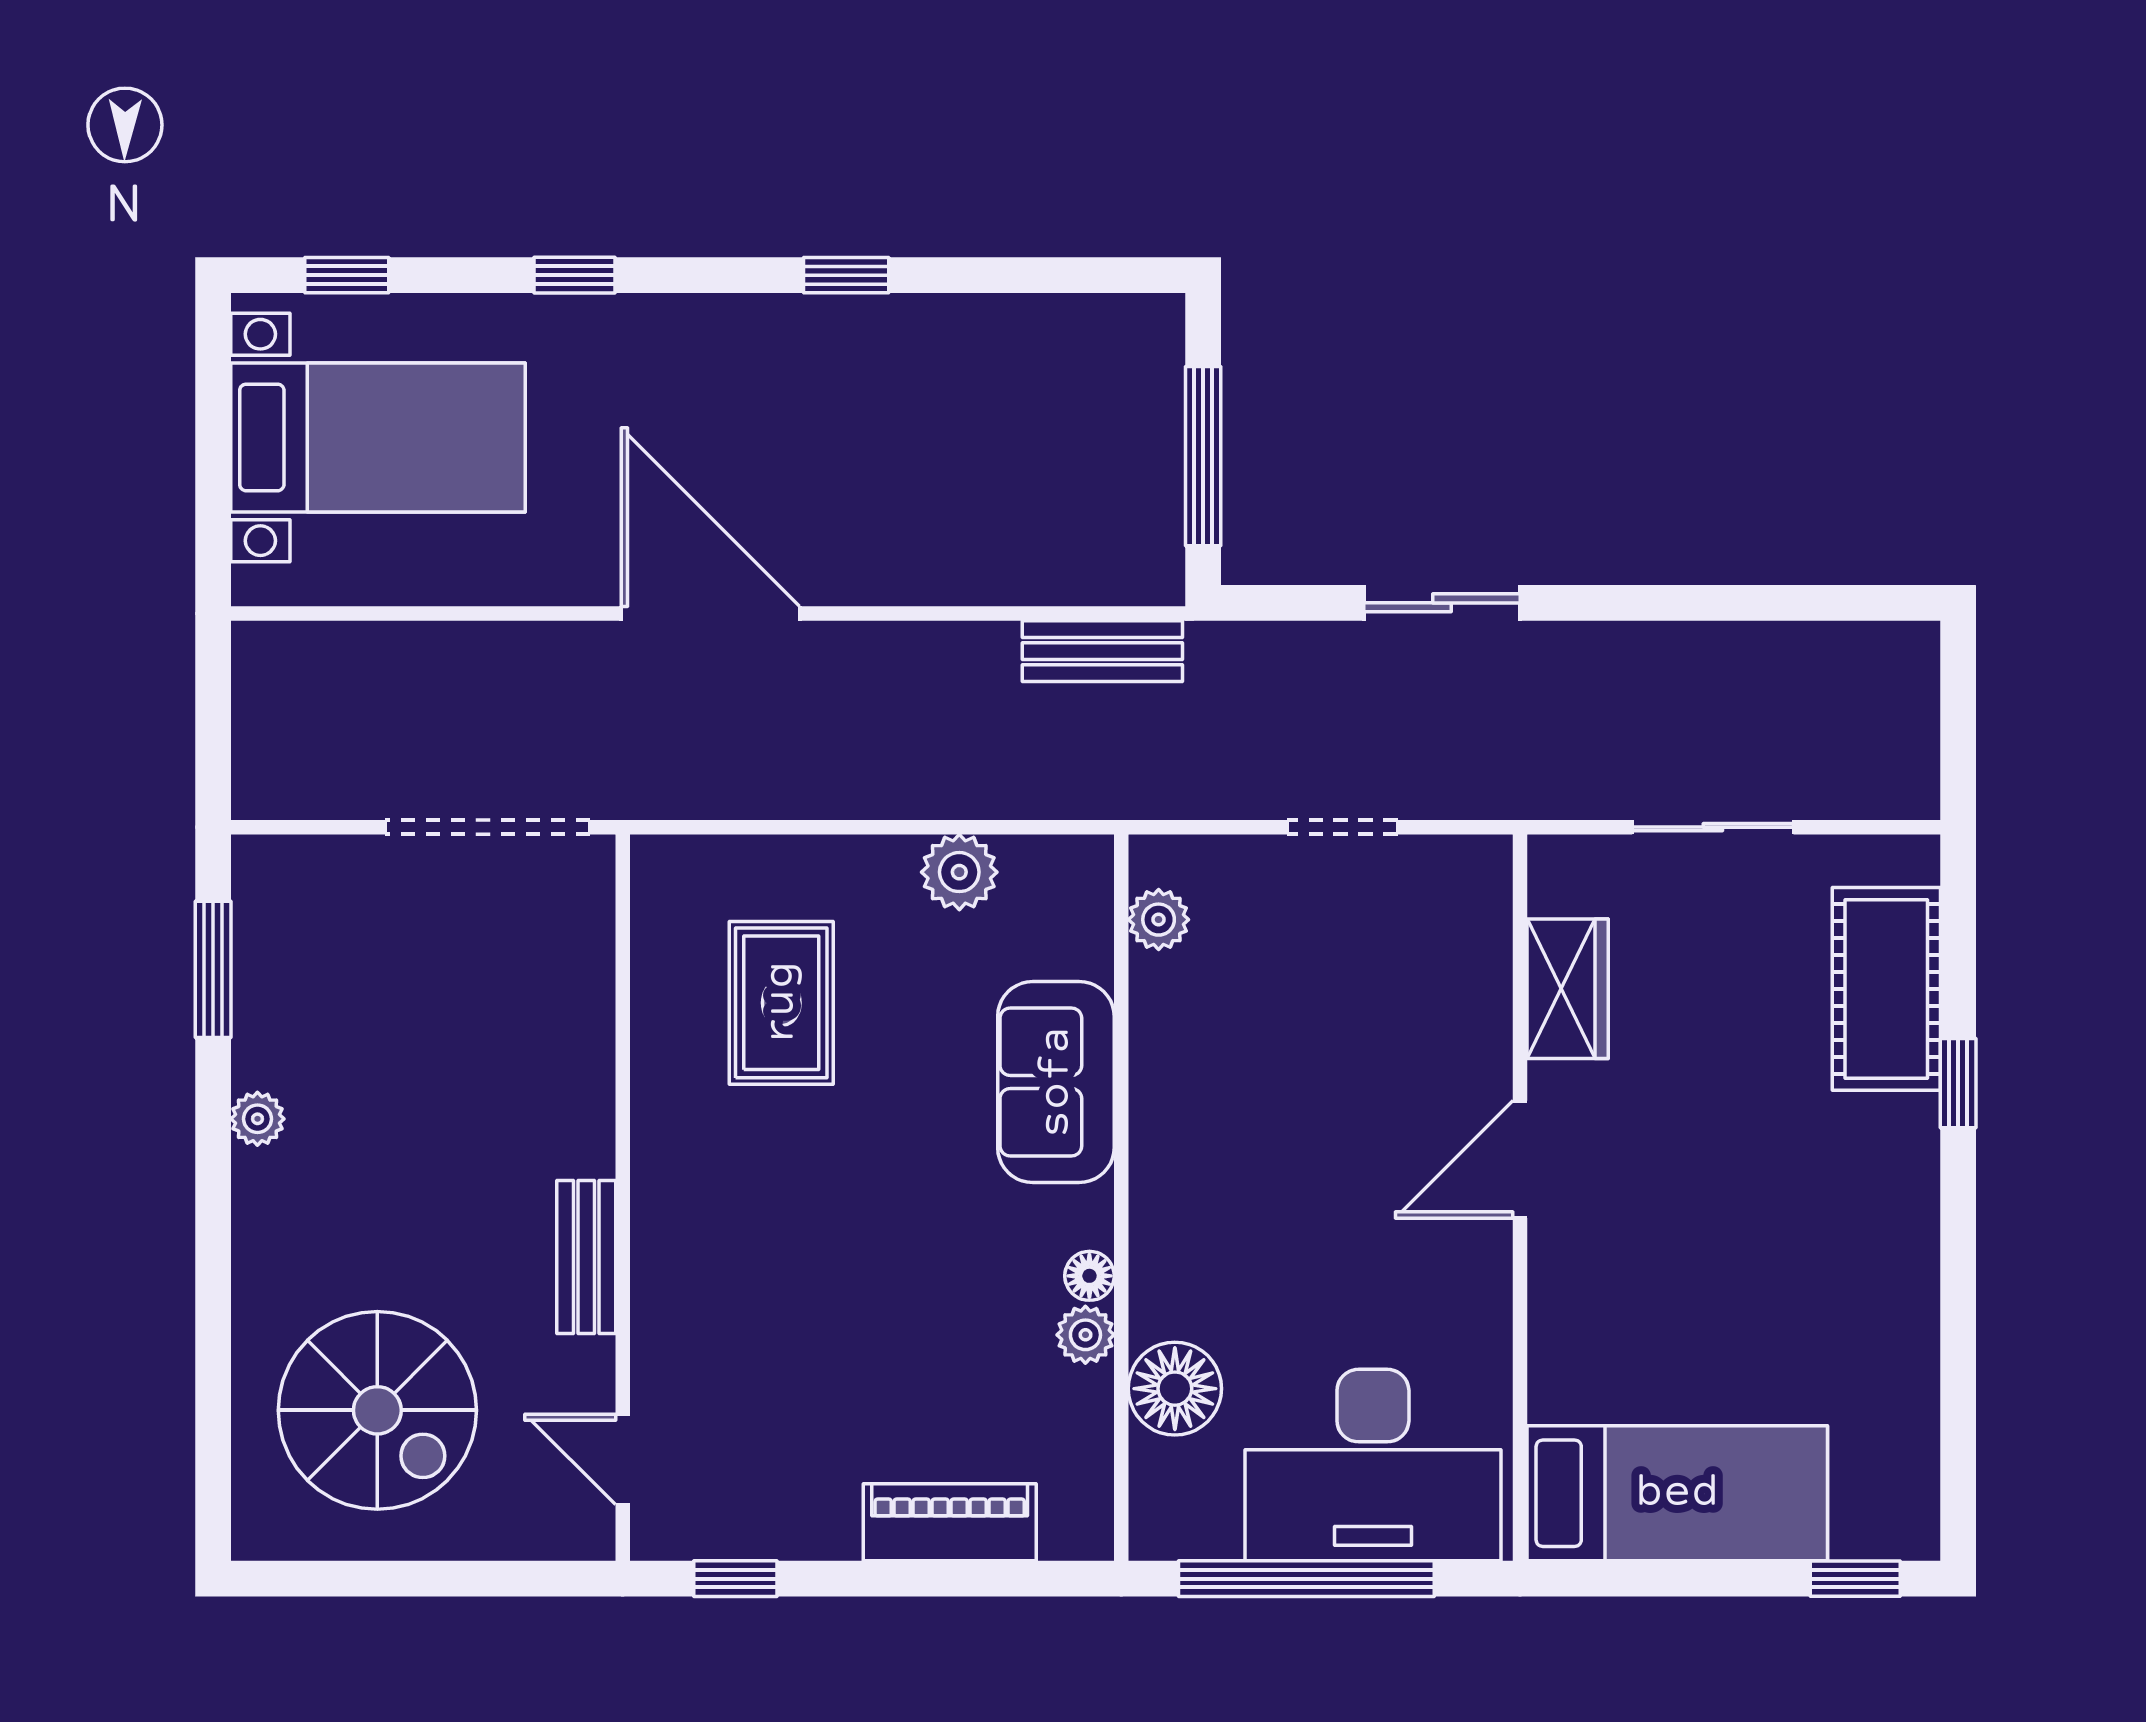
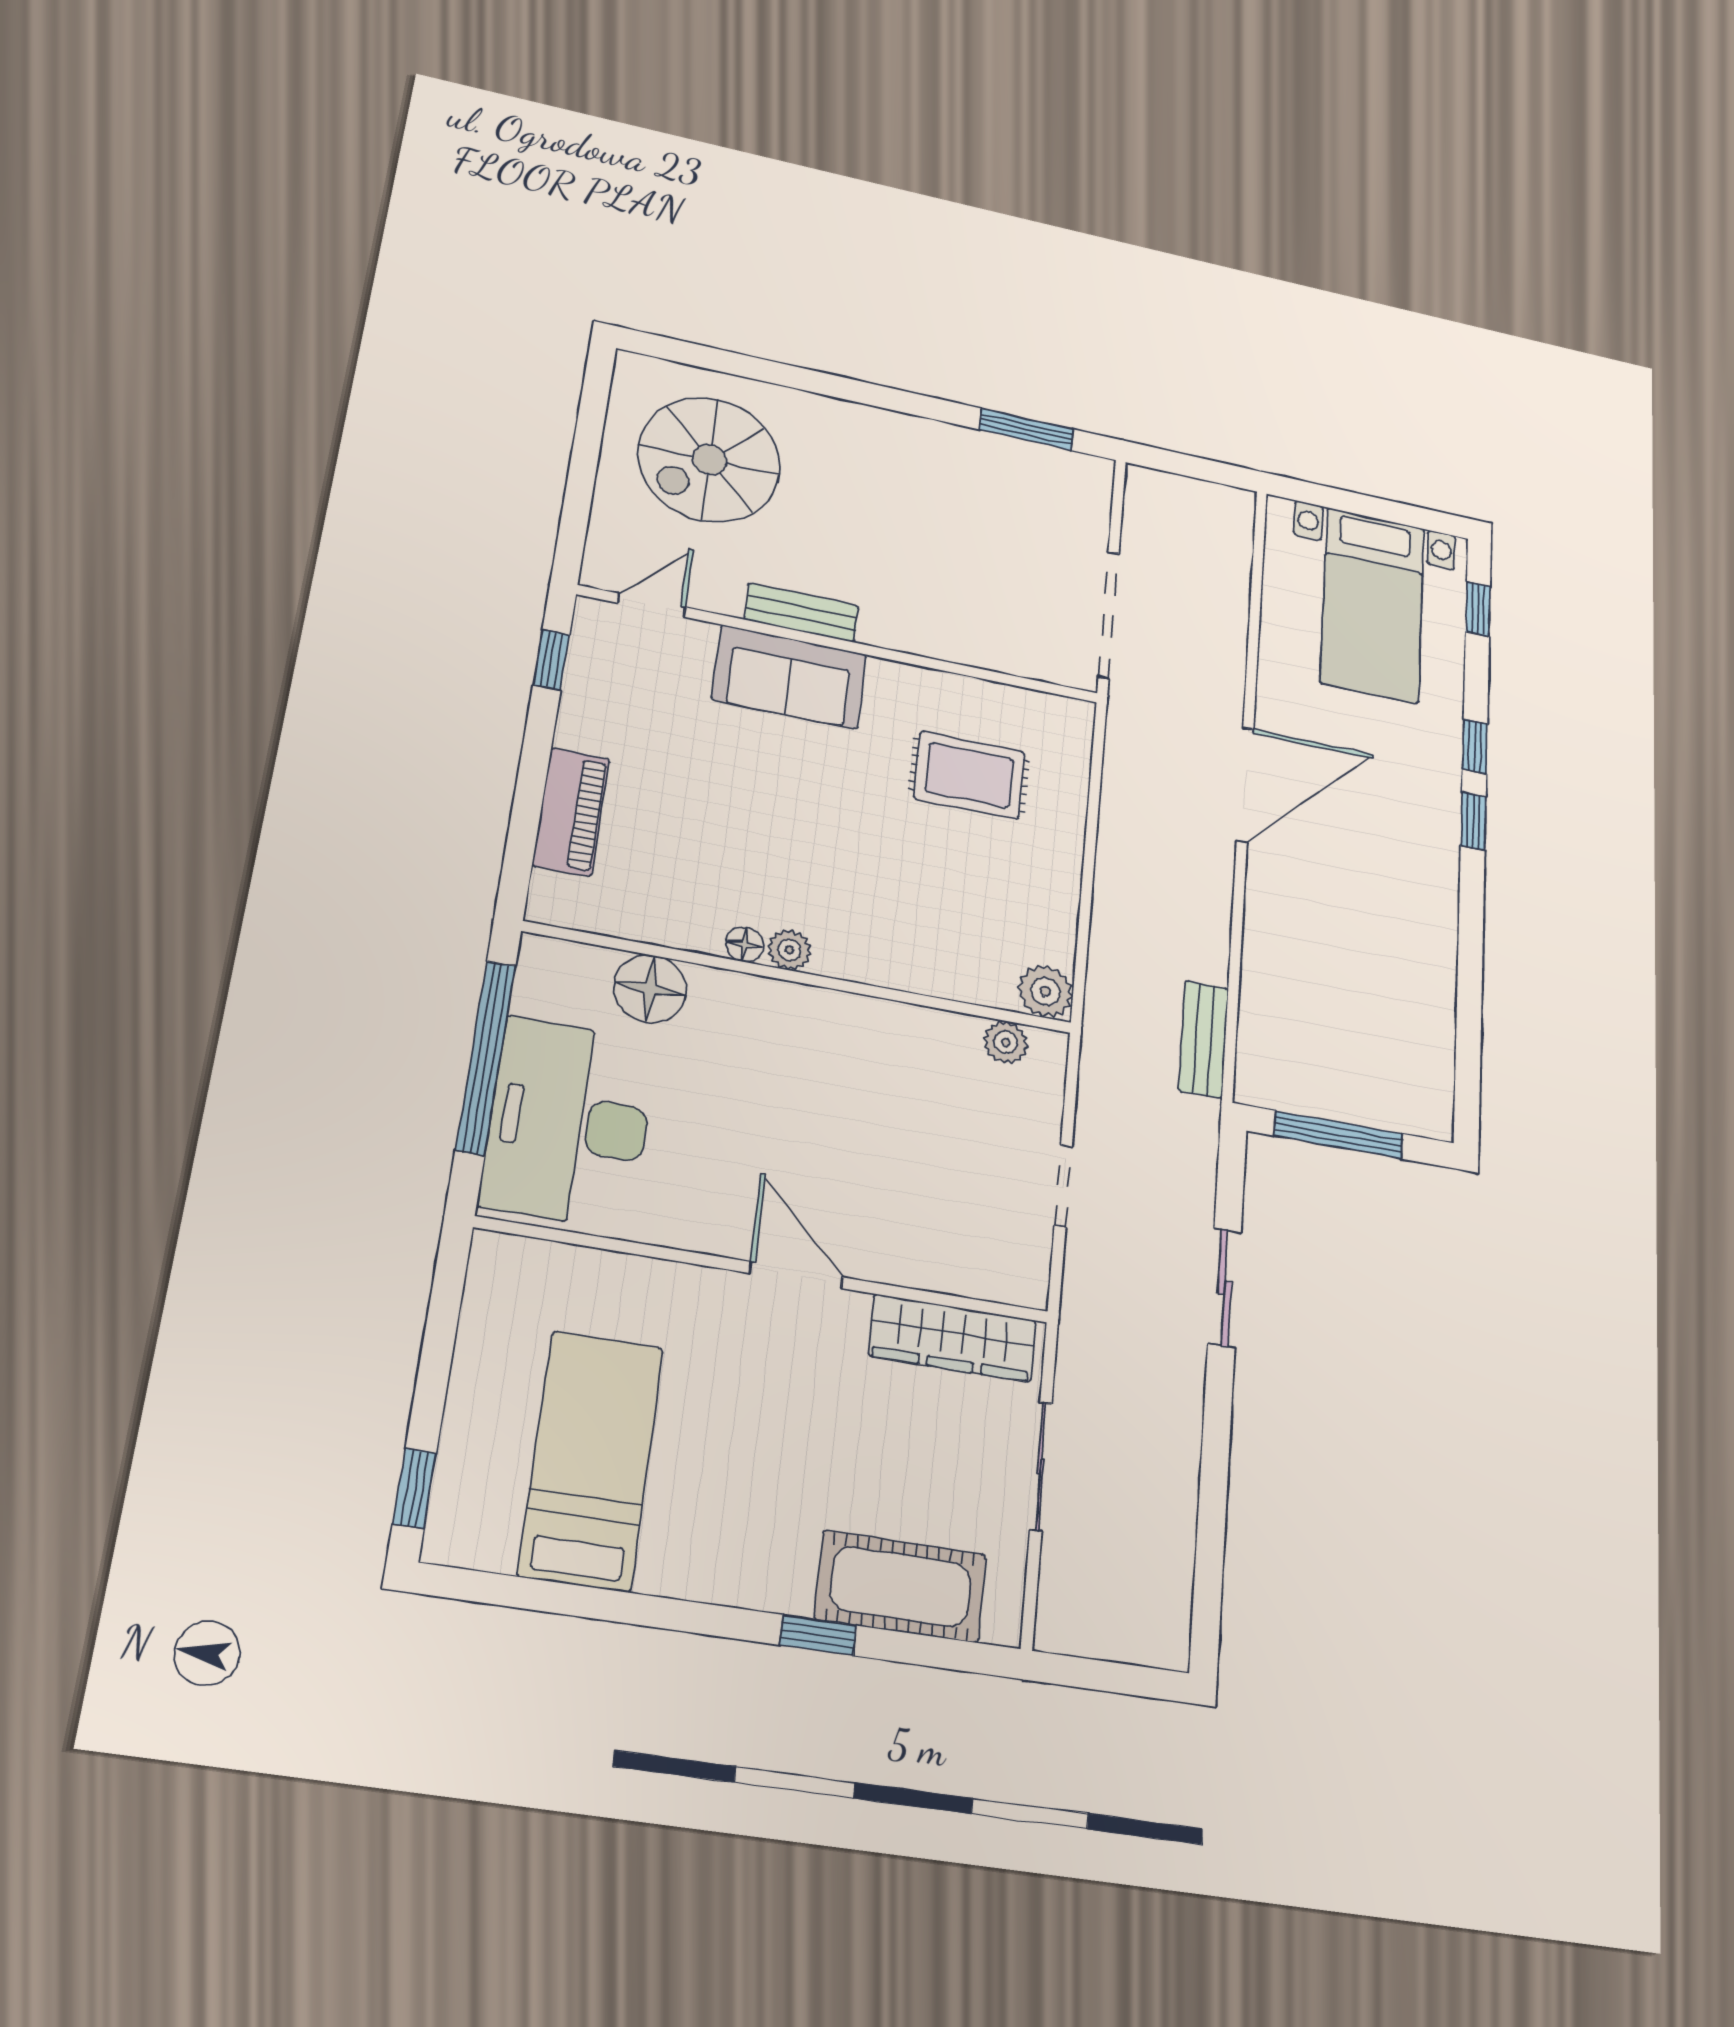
window: (846, 275) -> (1473, 821), moved
plant: (959, 872) -> (1045, 991), moved
wardrobe: (1568, 989) -> (952, 1338), width x1.50
sofa: (1056, 1082) -> (789, 677), moved, turned 180
plant: (257, 1119) -> (922, 433), removed
plant: (1085, 1335) -> (789, 950), moved
bed: (1677, 1493) -> (591, 1460), moved, turned 180

